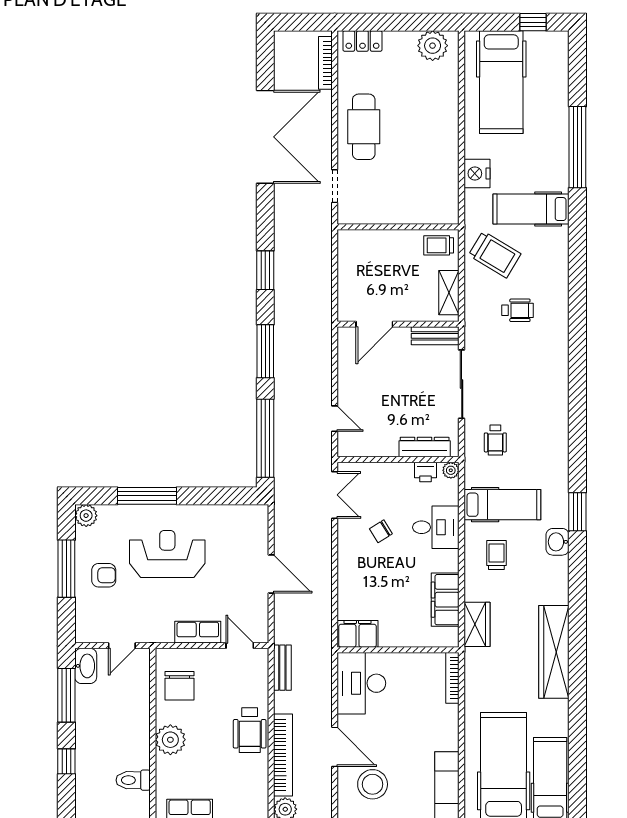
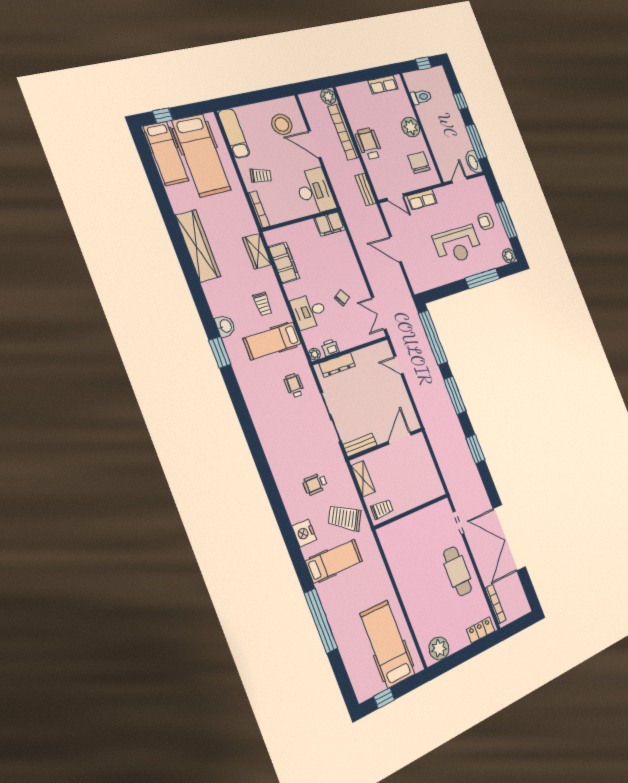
nightstand: (477, 174) -> (304, 533), moved, turned 180
trolley: (431, 722) -> (261, 176), added

